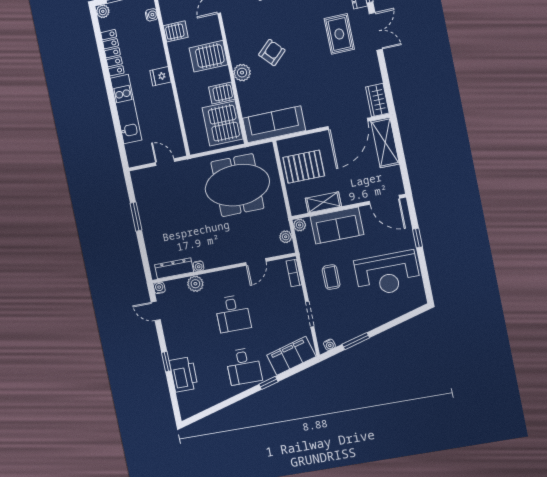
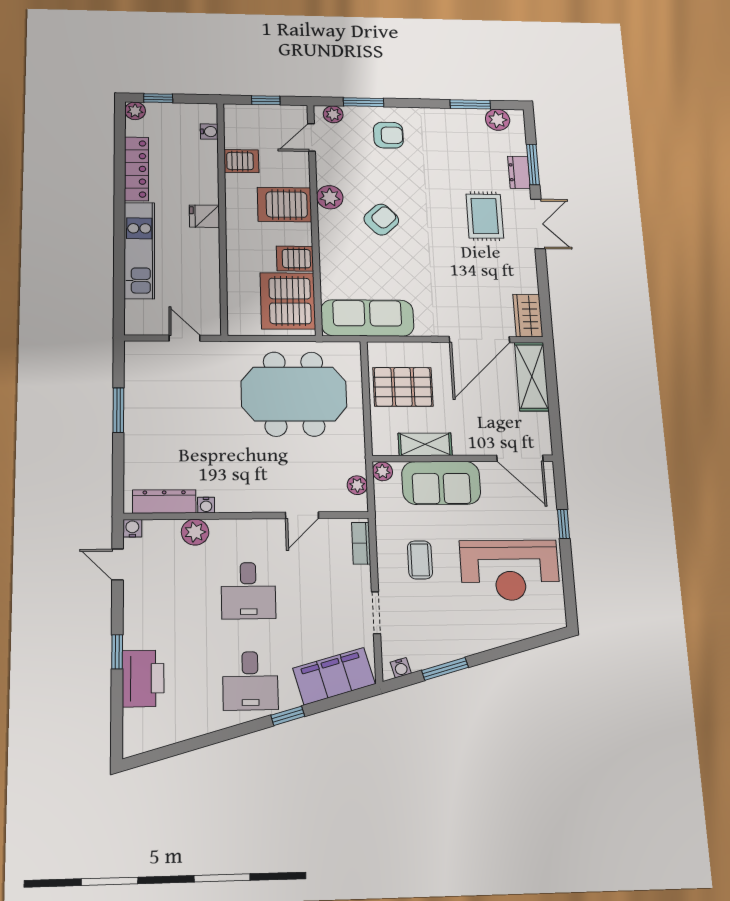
plant: (242, 73) -> (330, 197), moved

